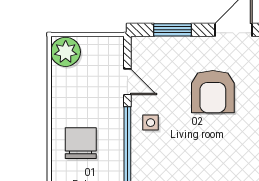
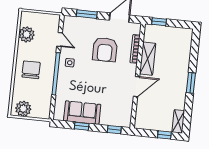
plant: (66, 52) -> (27, 34), moved

